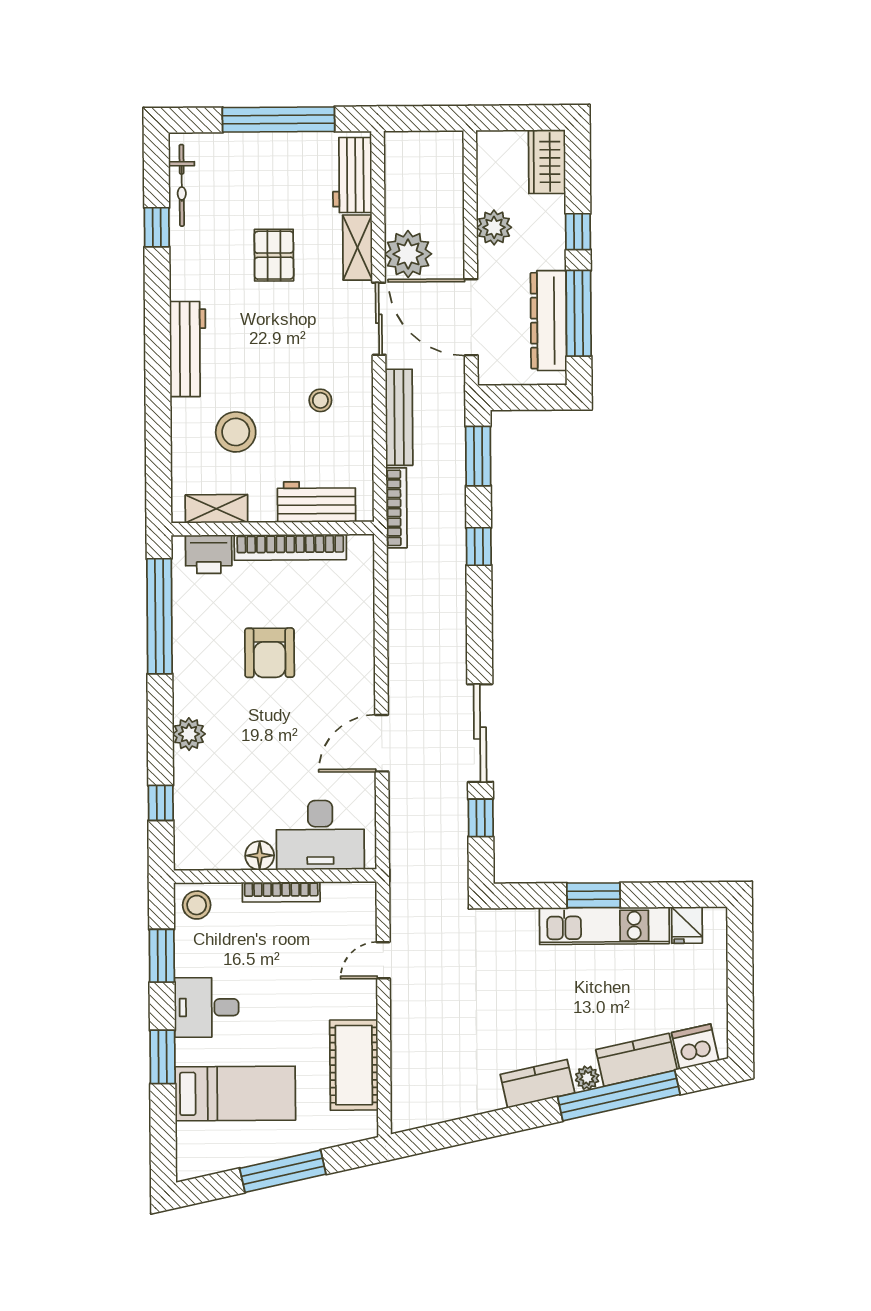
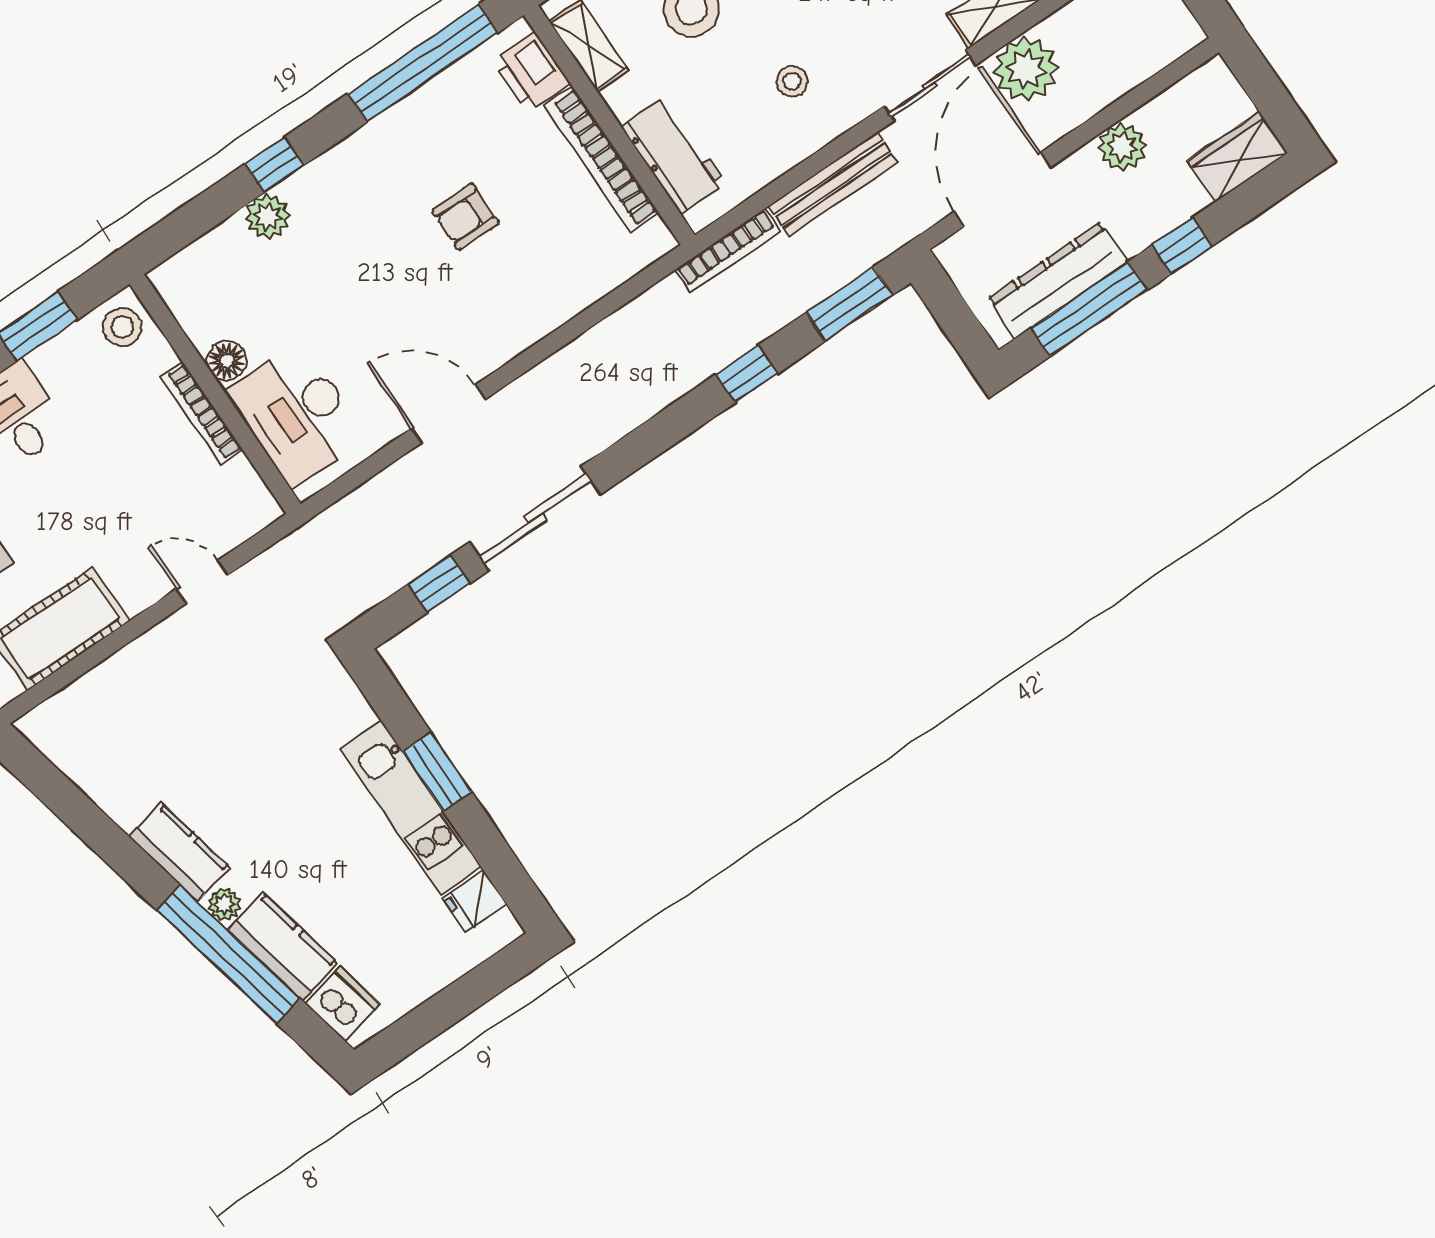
armchair: (270, 653) -> (465, 217), width x0.72, depth x0.72
plant: (189, 734) -> (268, 217), moved
window: (161, 803) -> (274, 165), moved

